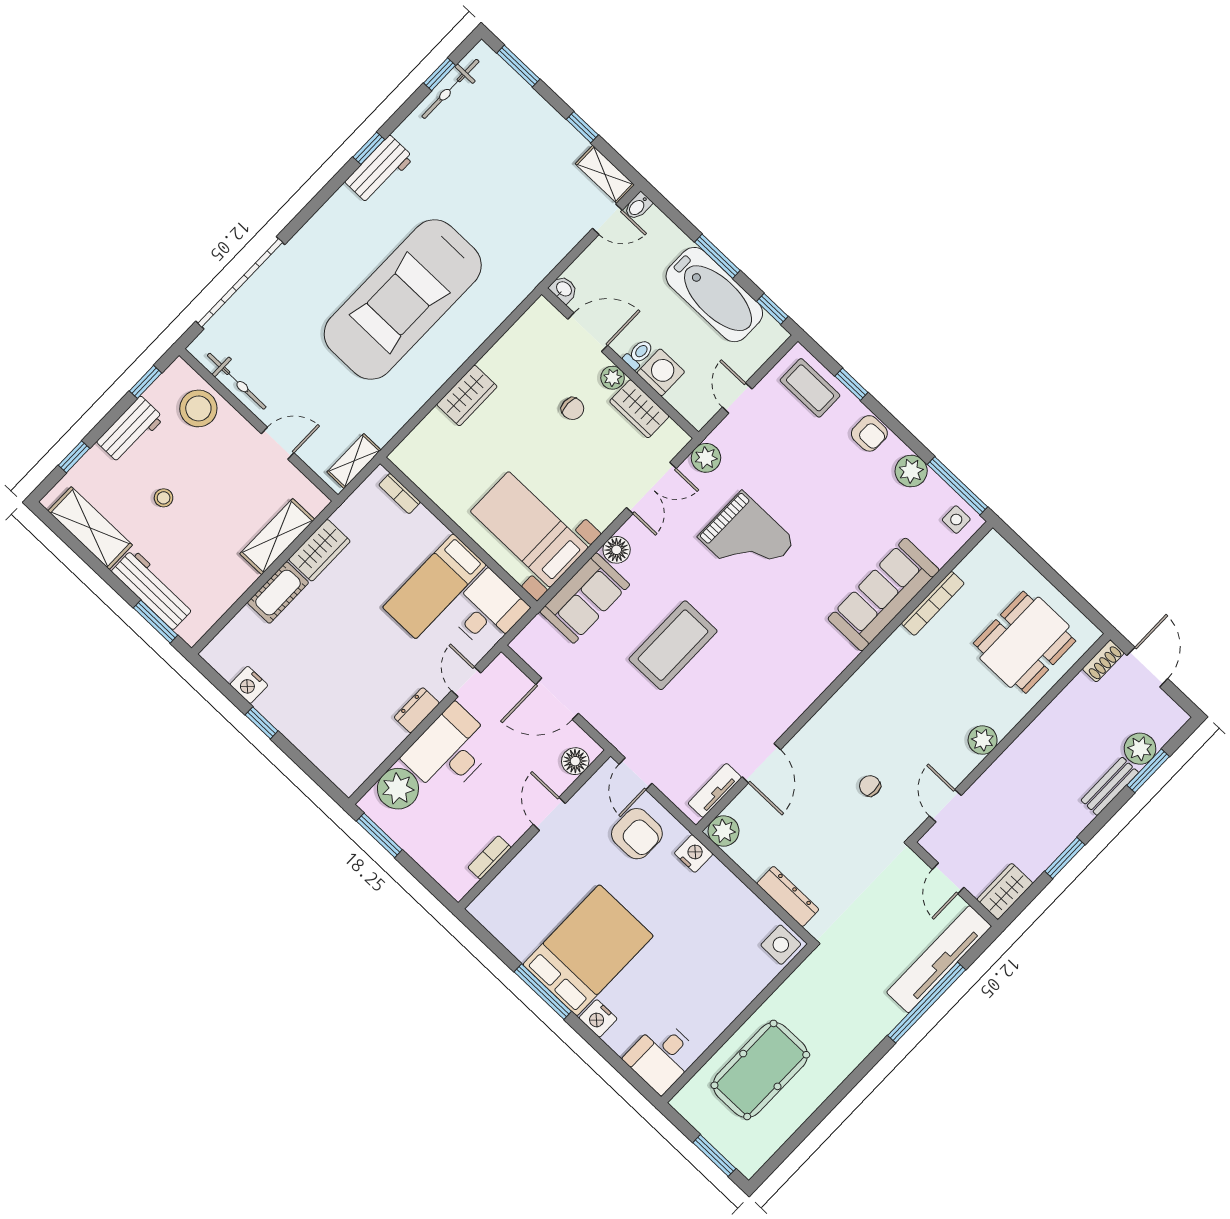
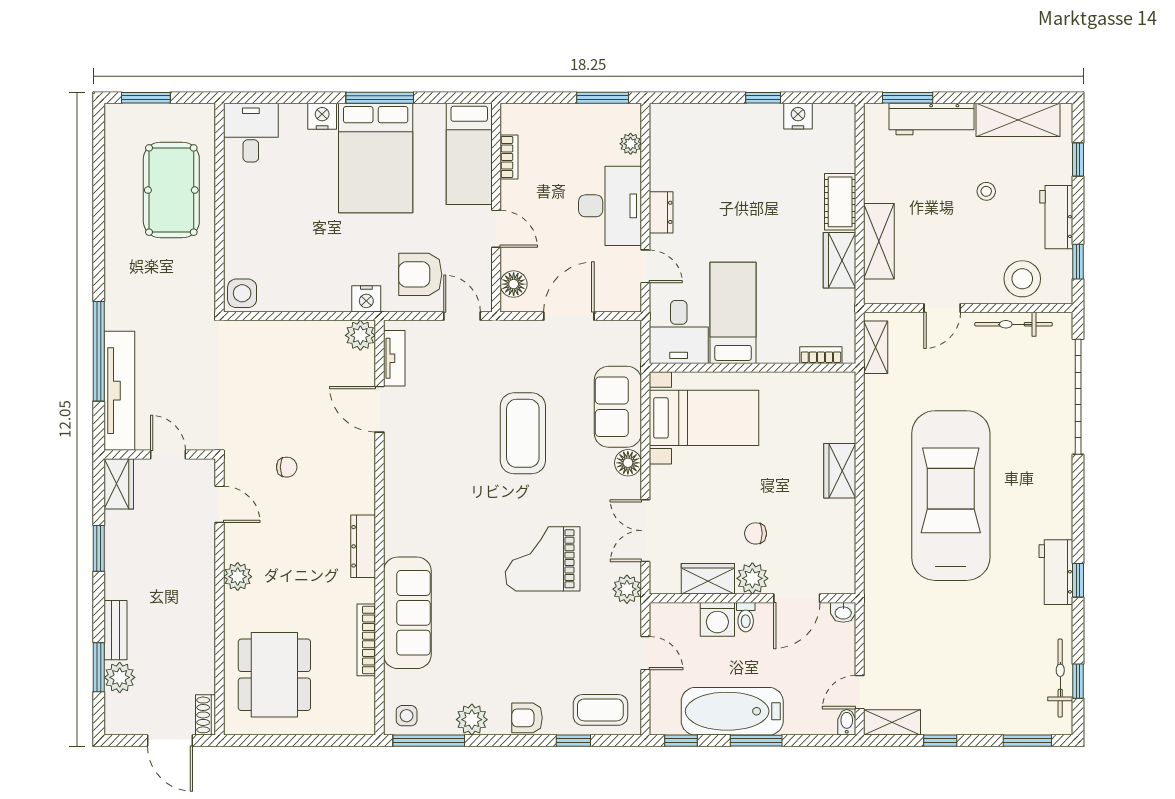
plant: (613, 378) -> (752, 578), width x1.38, depth x1.38
plant: (398, 789) -> (631, 144), width x0.53, depth x0.53
bed: (516, 888) -> (469, 154), added
dresser: (788, 896) -> (363, 546), moved, turned 90

